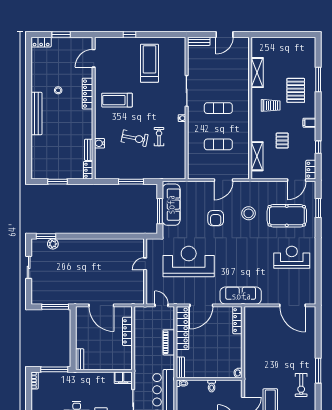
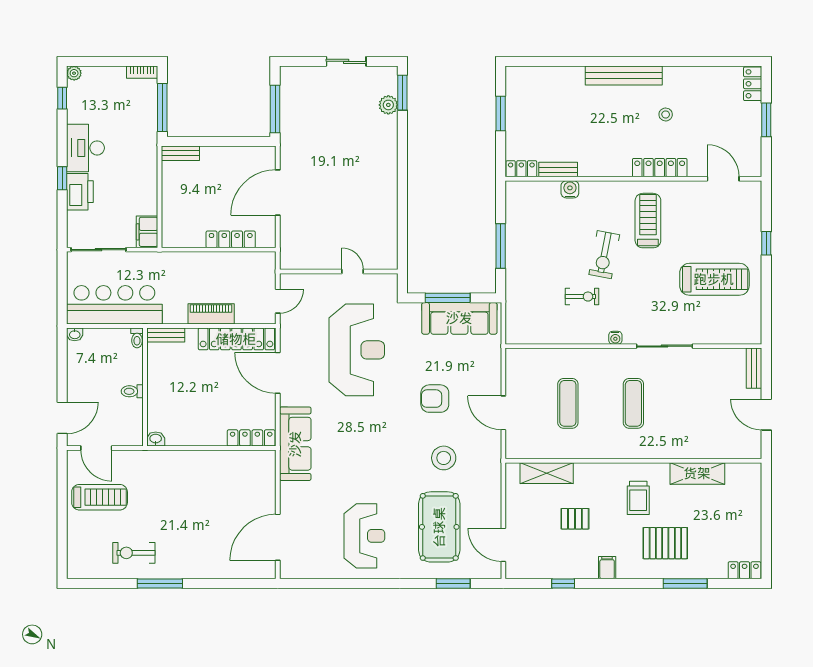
exercise bike: (135, 138) -> (604, 255), moved
locker: (311, 170) -> (745, 570), moved

